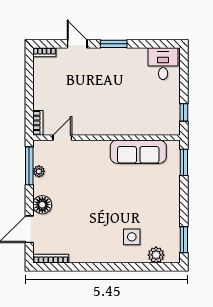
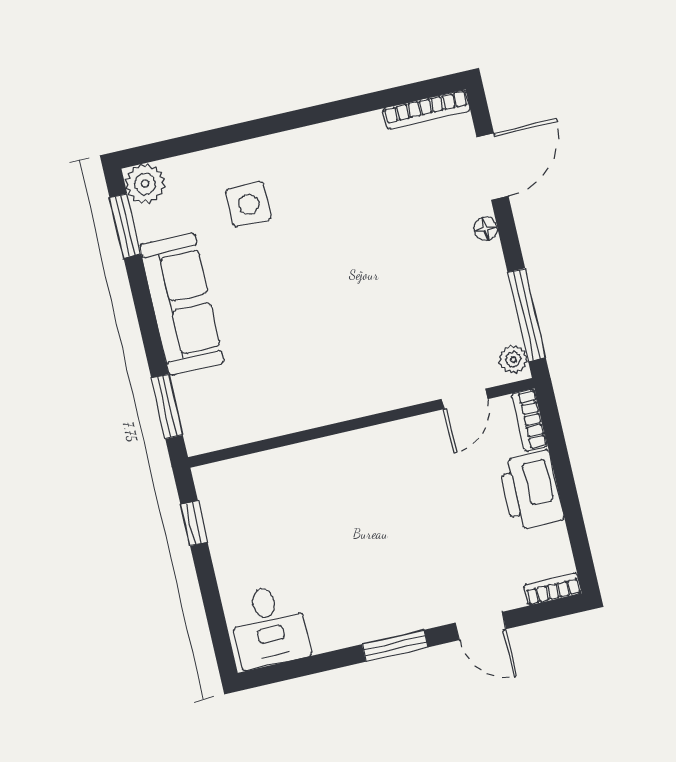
printer: (44, 94) -> (531, 490), added
sofa: (138, 152) -> (182, 304), moved, turned 90
plant: (39, 171) -> (513, 359), moved
floor lamp: (42, 205) -> (486, 229), width x0.53, depth x0.53
plant: (156, 255) -> (145, 184), moved

